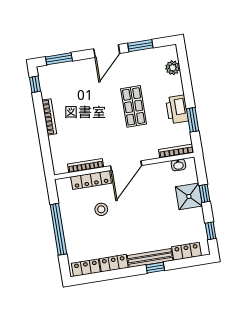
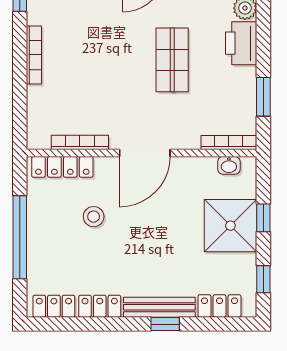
printer: (177, 109) -> (241, 43), moved
locker: (91, 180) -> (62, 167), moved
shower: (189, 196) -> (230, 226), width x1.37, depth x1.37

